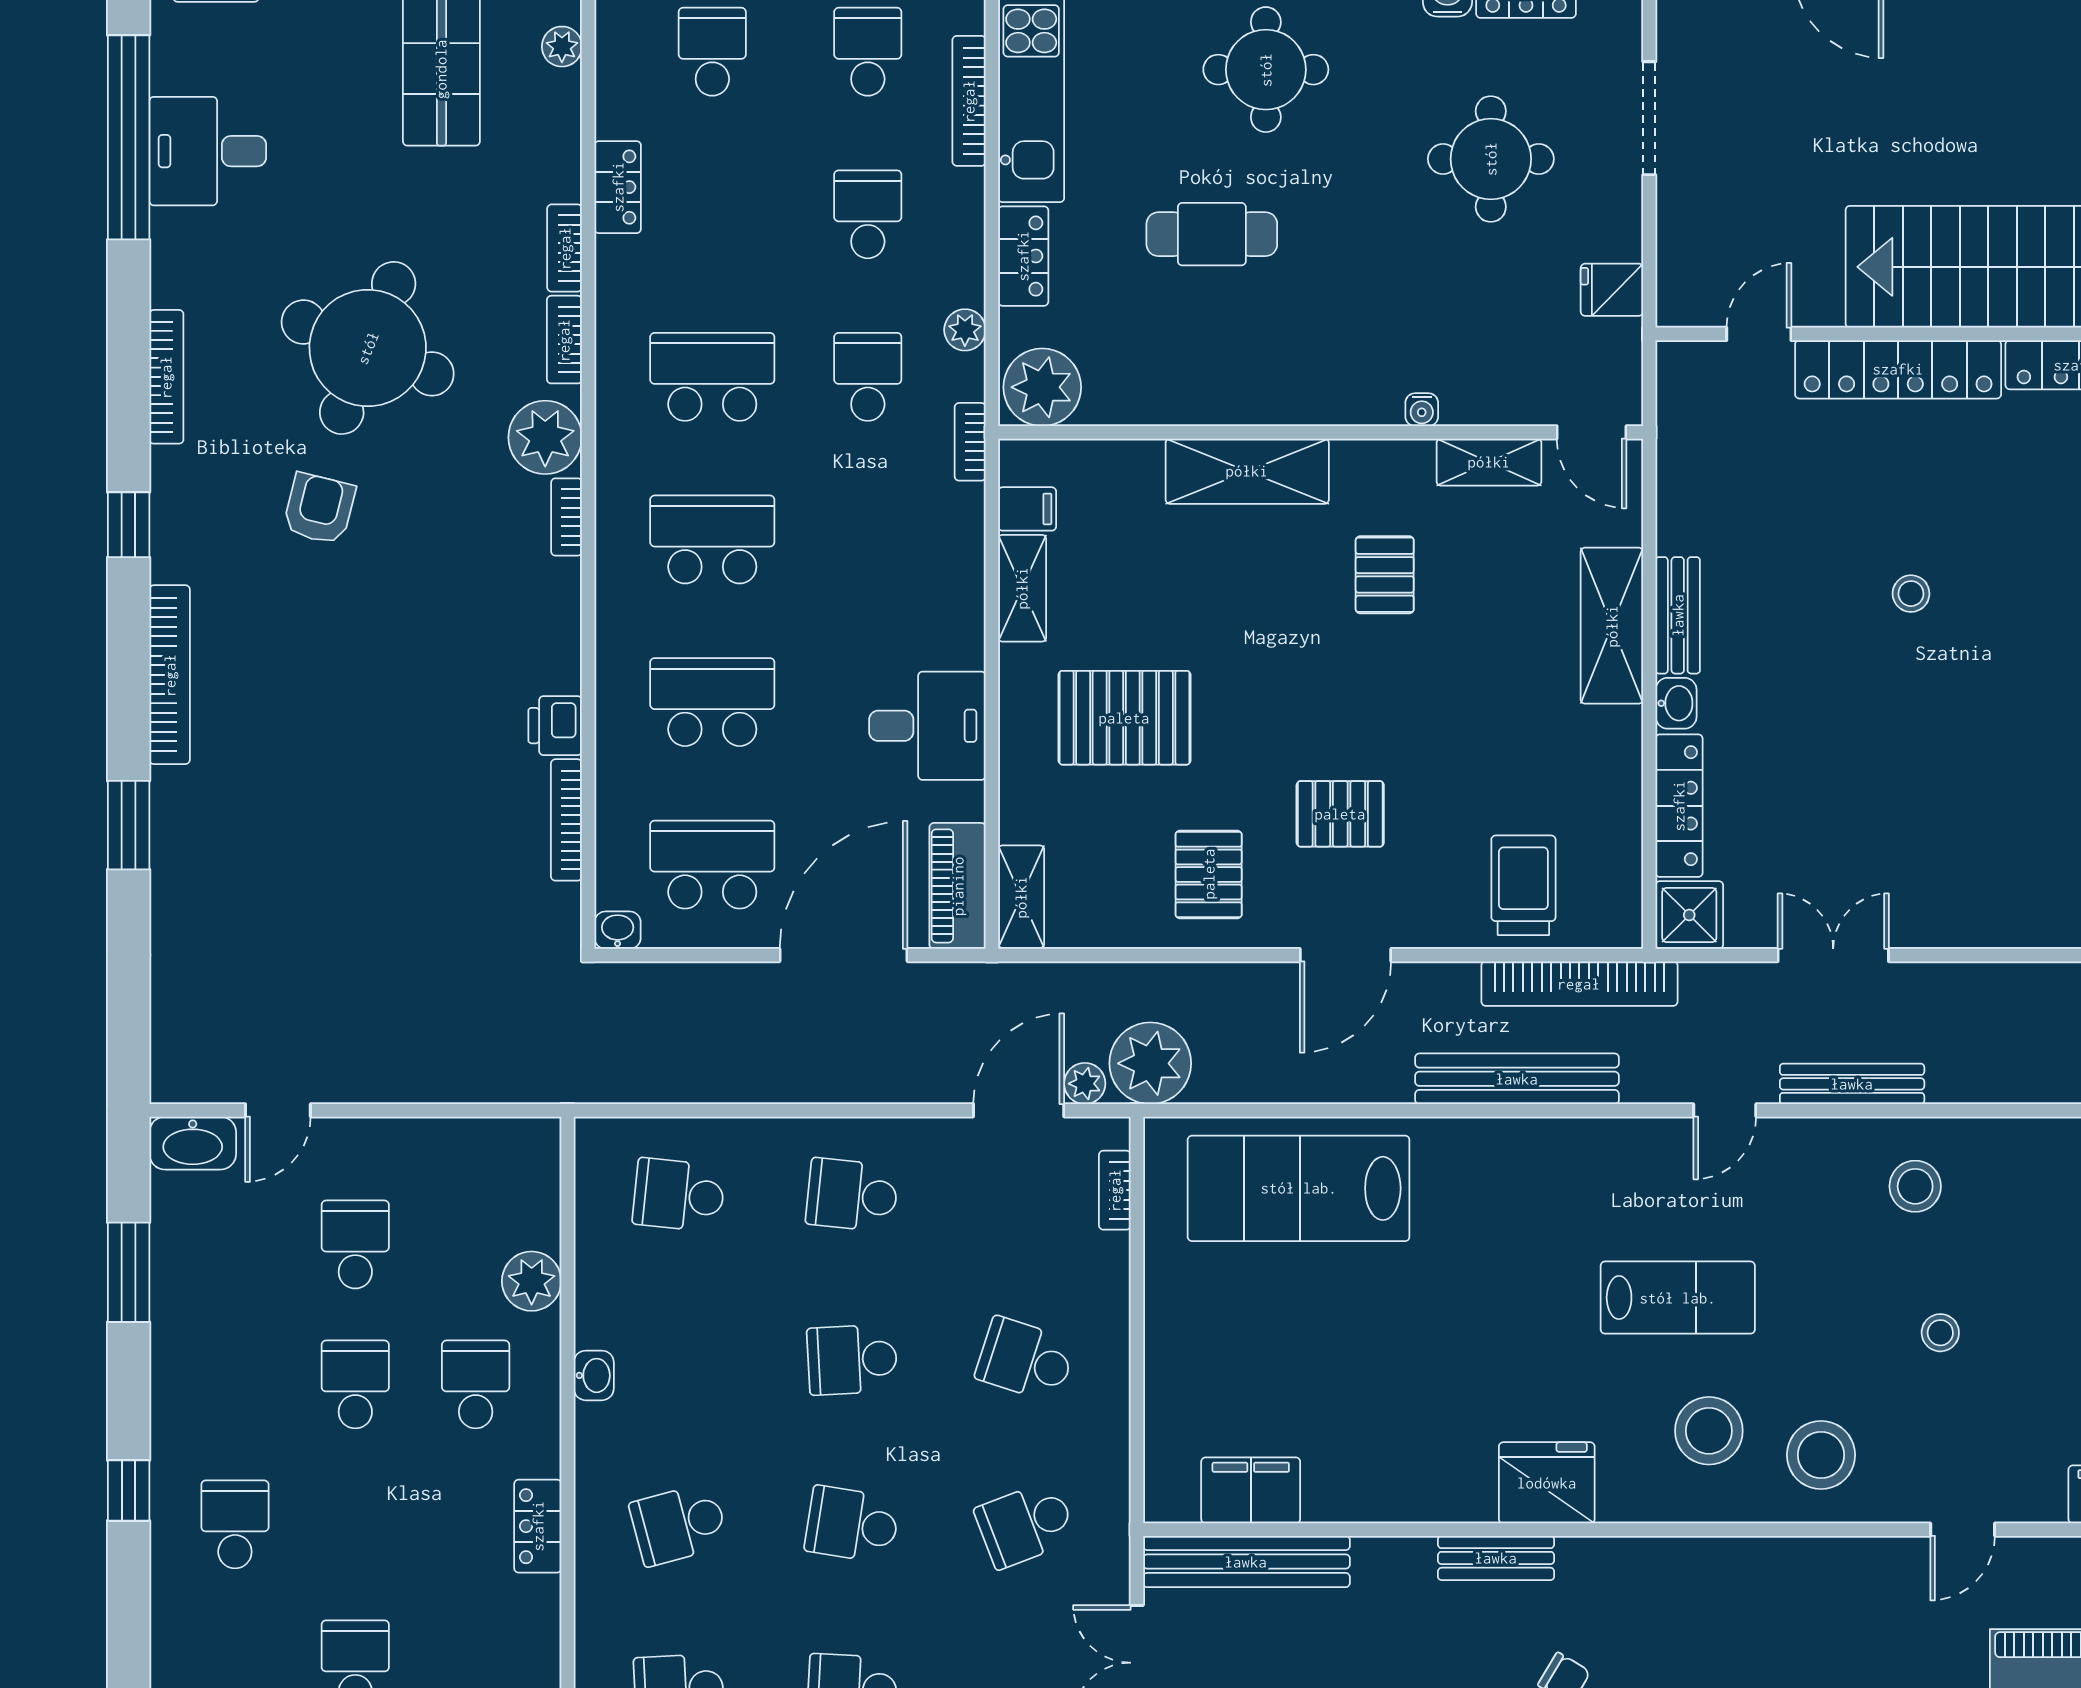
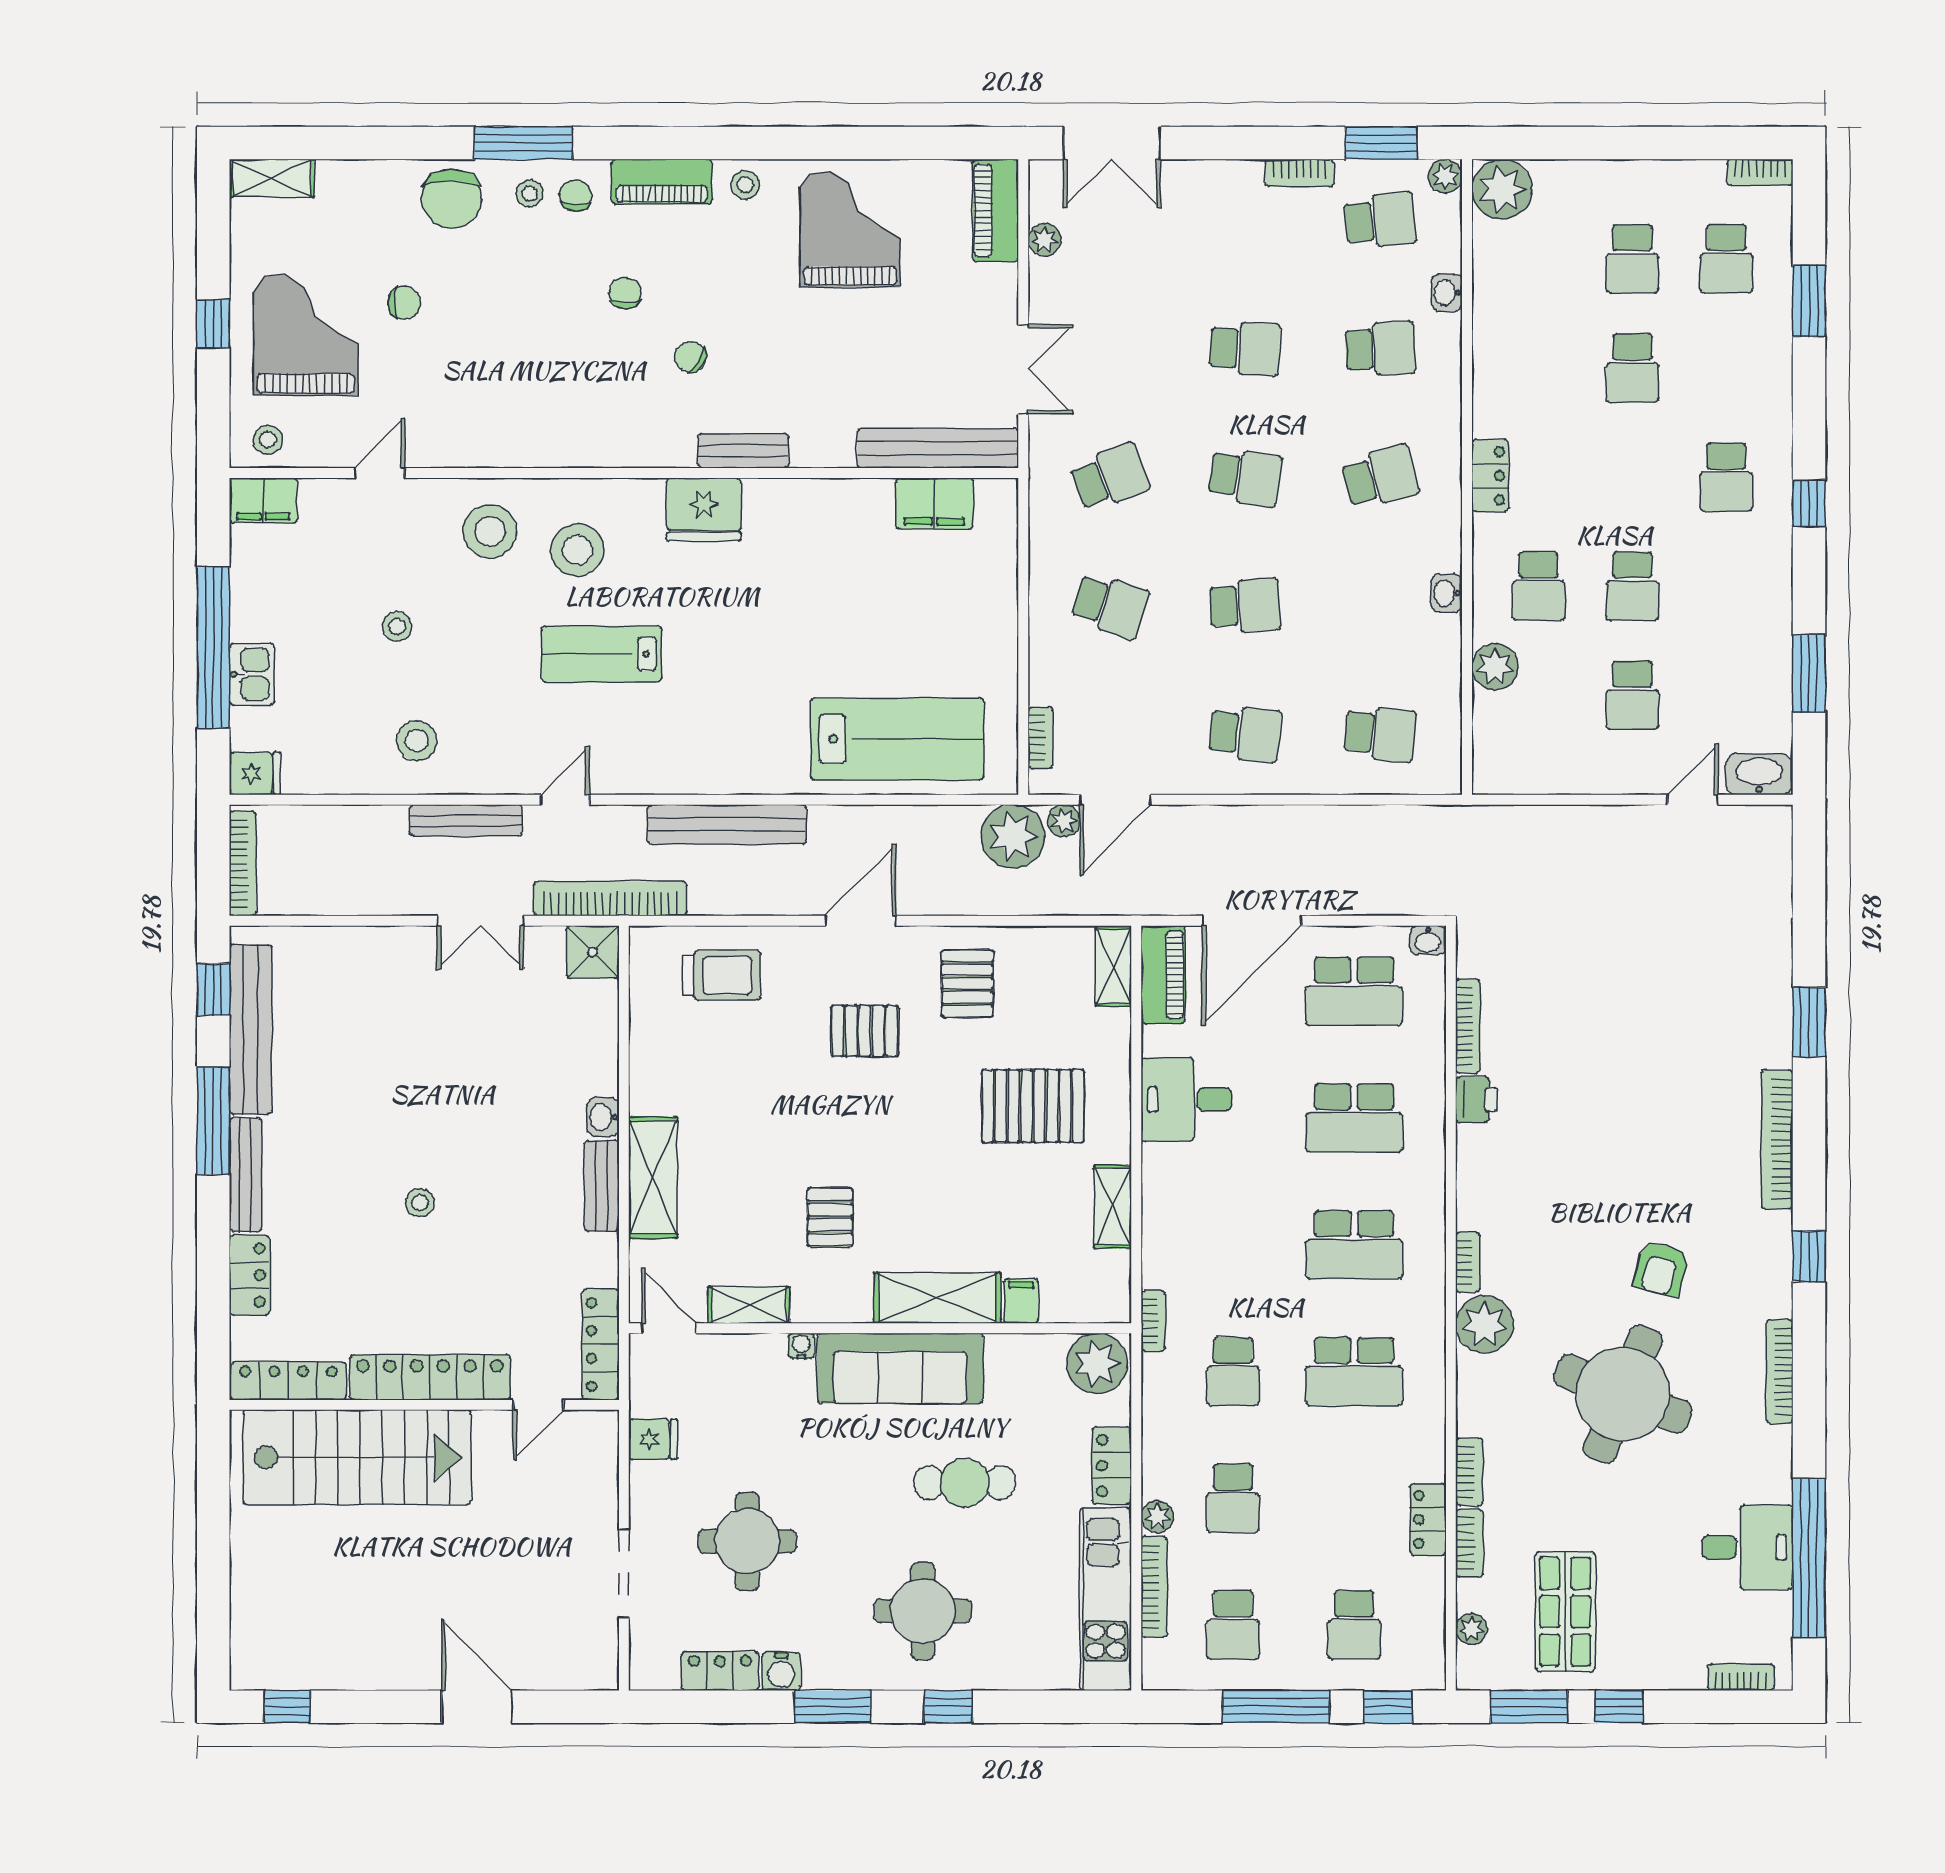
plant: (965, 330) -> (1157, 1517), moved
bookcase: (564, 340) -> (1469, 1543), moved
sofa: (1295, 381) -> (900, 1368), added
filing cabinet: (1027, 509) -> (1021, 1301), moved, turned 90
locker: (1679, 806) -> (601, 1344), moved
trolley: (1523, 885) -> (722, 975), turned -90
bookcase: (1579, 984) -> (610, 899), moved

